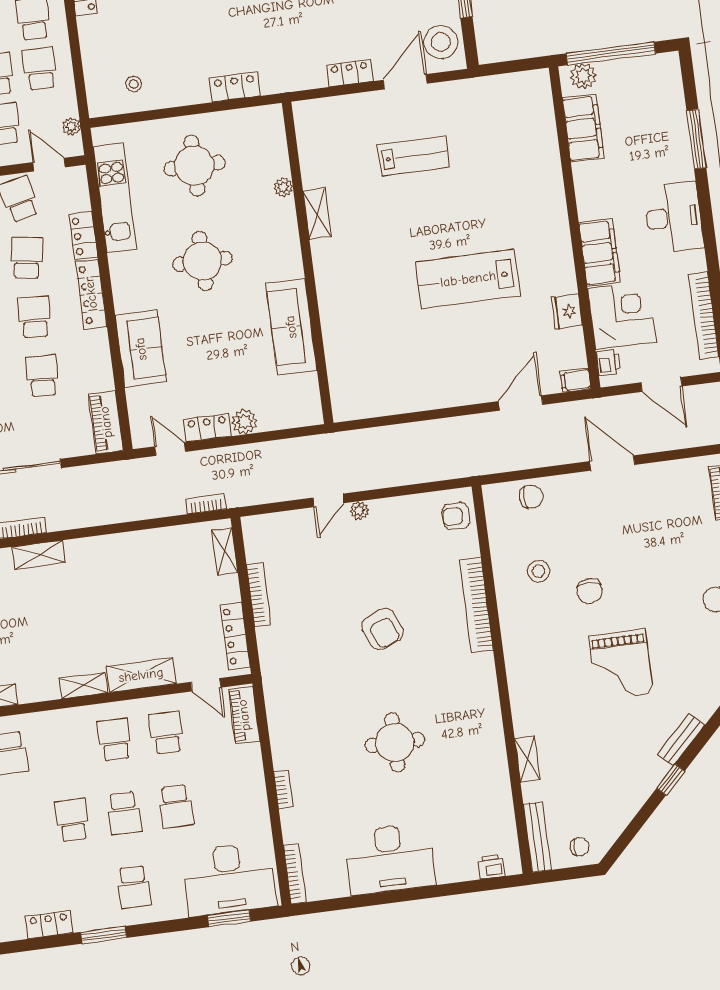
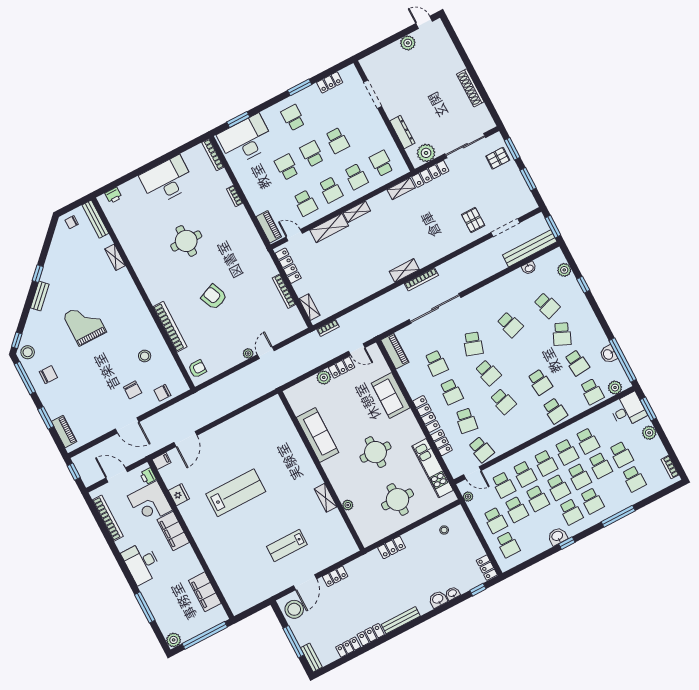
plant: (583, 76) -> (174, 640), moved
chair: (589, 591) -> (133, 390), moved, turned 180
school desk: (63, 746) -> (356, 177), added

